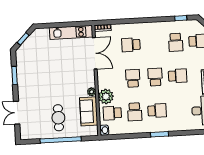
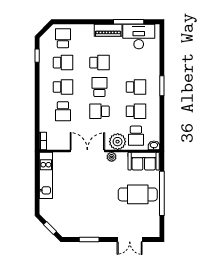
school desk: (153, 44) -> (63, 87), added
double door: (95, 53) -> (87, 151), moved
school desk: (178, 76) -> (99, 63), turned 90
school desk: (155, 77) -> (99, 87), turned 90
sofa: (89, 111) -> (144, 161), moved
school desk: (157, 111) -> (136, 87), turned 90
cafe table: (58, 118) -> (138, 194), width x1.37, depth x1.35

